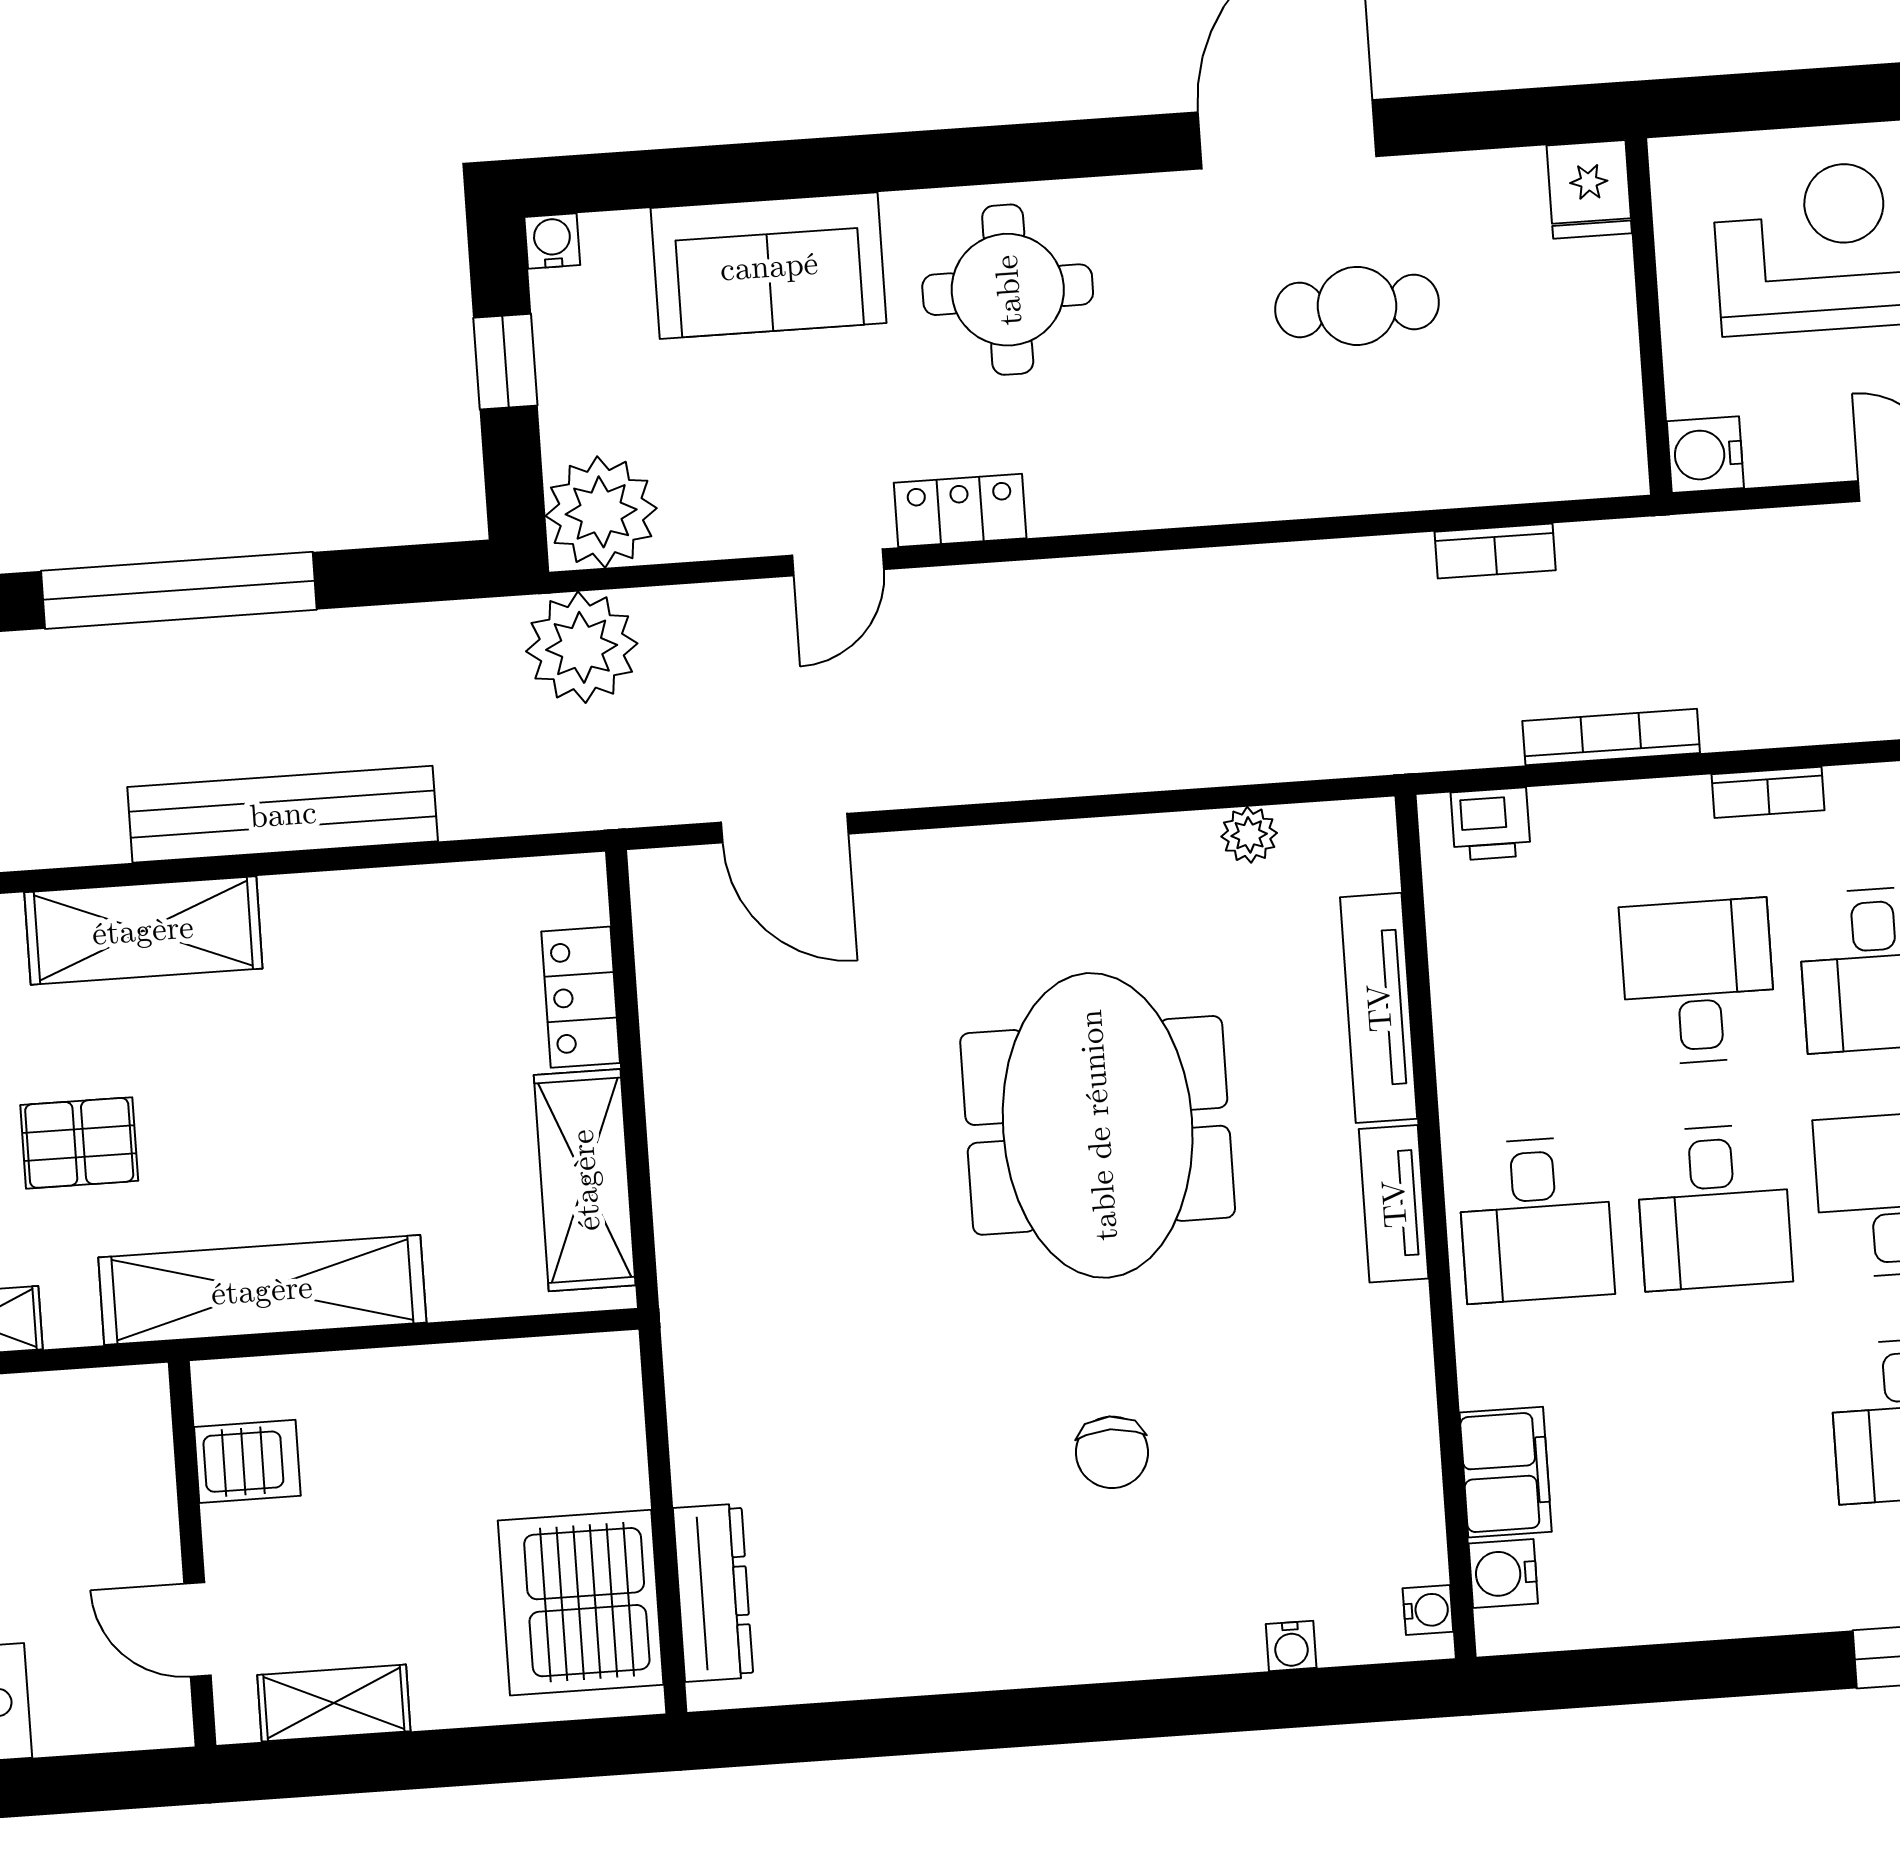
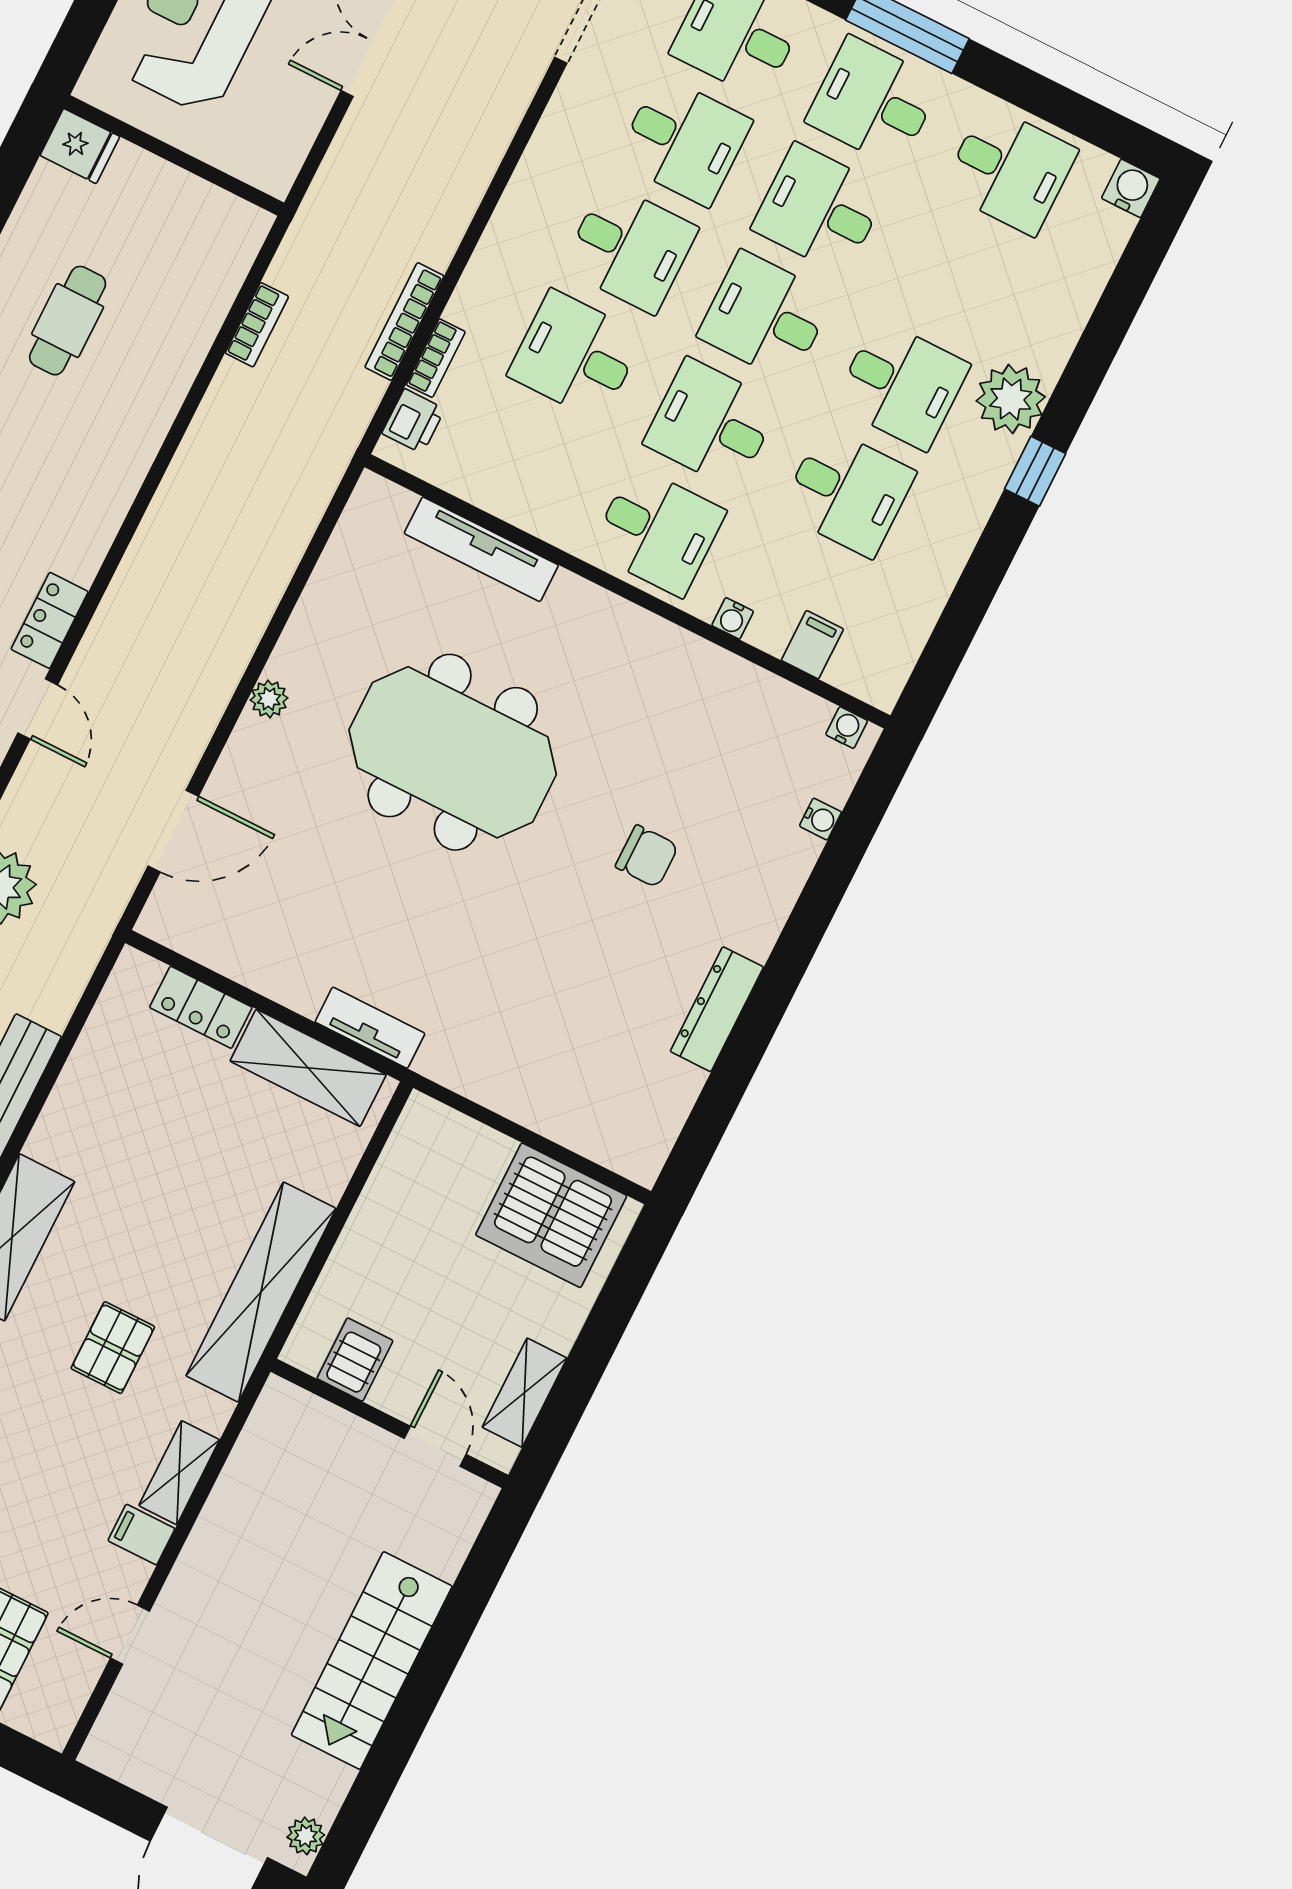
water cooler: (1705, 455) -> (273, 170), removed
bookcase: (1768, 792) -> (436, 358), moved
plant: (1249, 835) -> (269, 699), moved
tv unit: (1394, 1204) -> (370, 1028), moved, turned 180
desk: (1714, 1207) -> (712, 424), turned 180
desk: (1730, 1433) -> (848, 492), added
filing cabinet: (1506, 1472) -> (812, 645), width x0.50
water cooler: (1503, 1574) -> (733, 618), moved, width x0.72, depth x0.72
dresser: (713, 1593) -> (717, 1009), moved, turned -90
door: (197, 1630) -> (435, 1446), swing flipped

